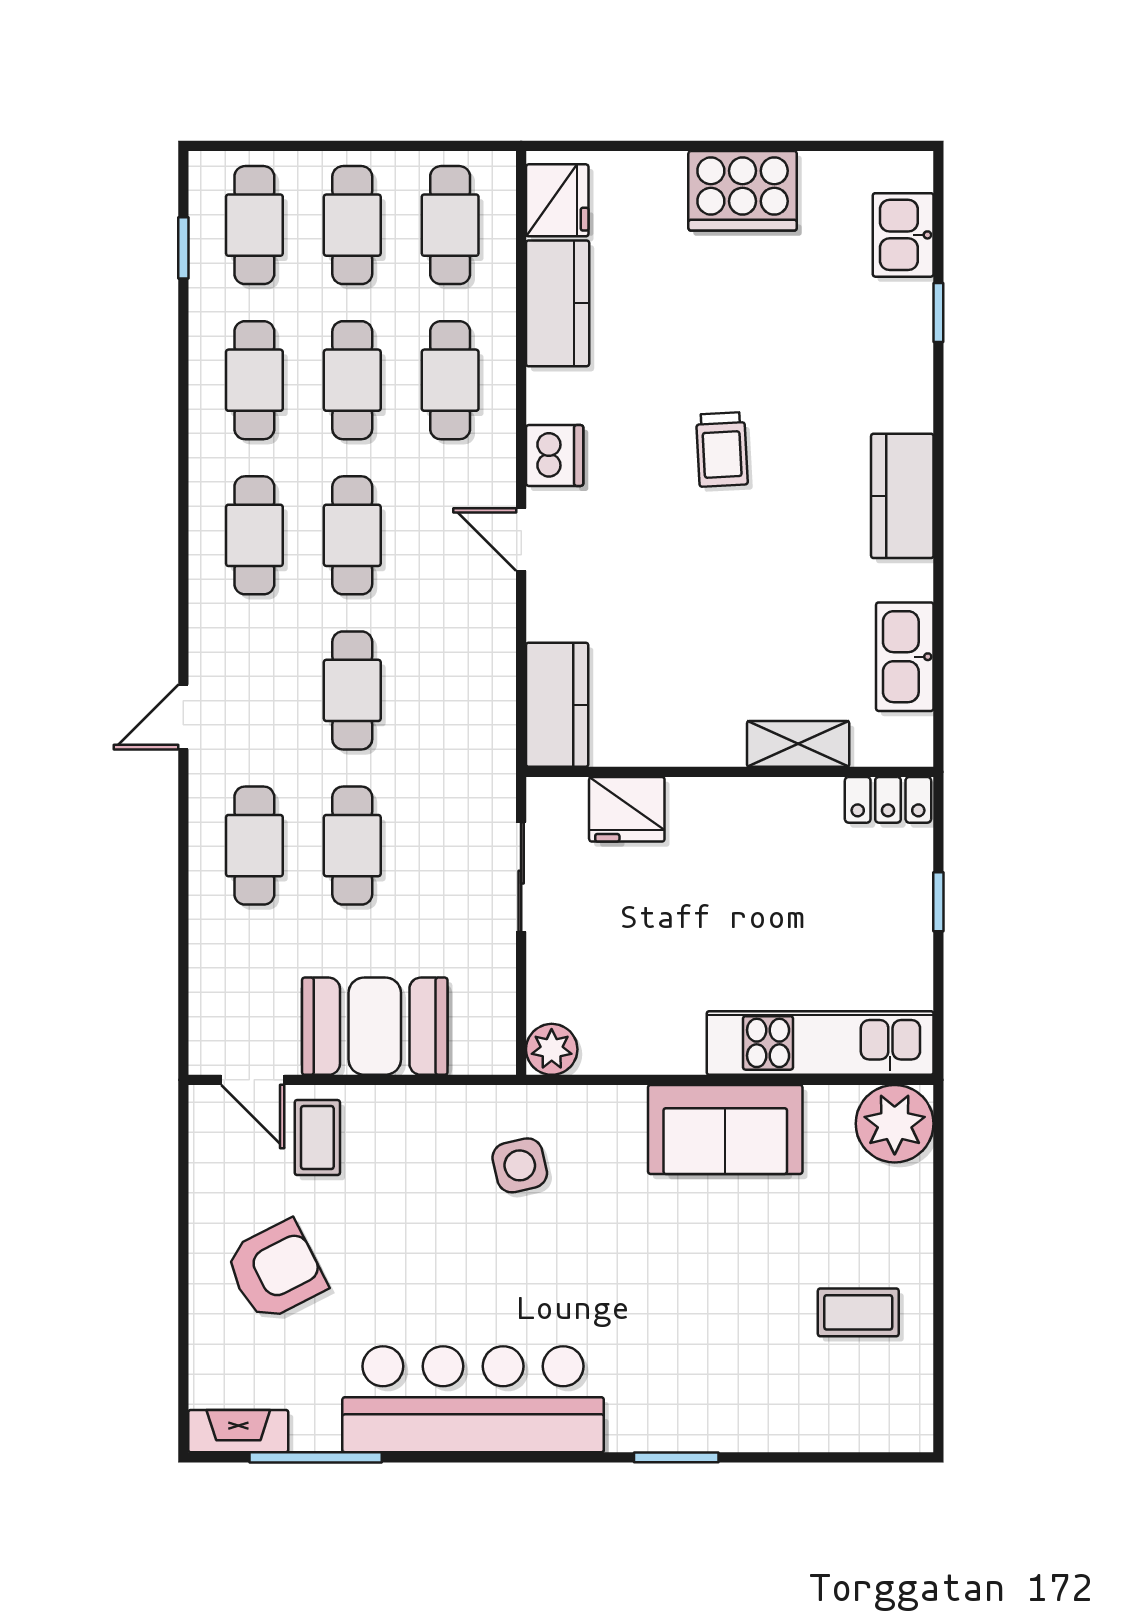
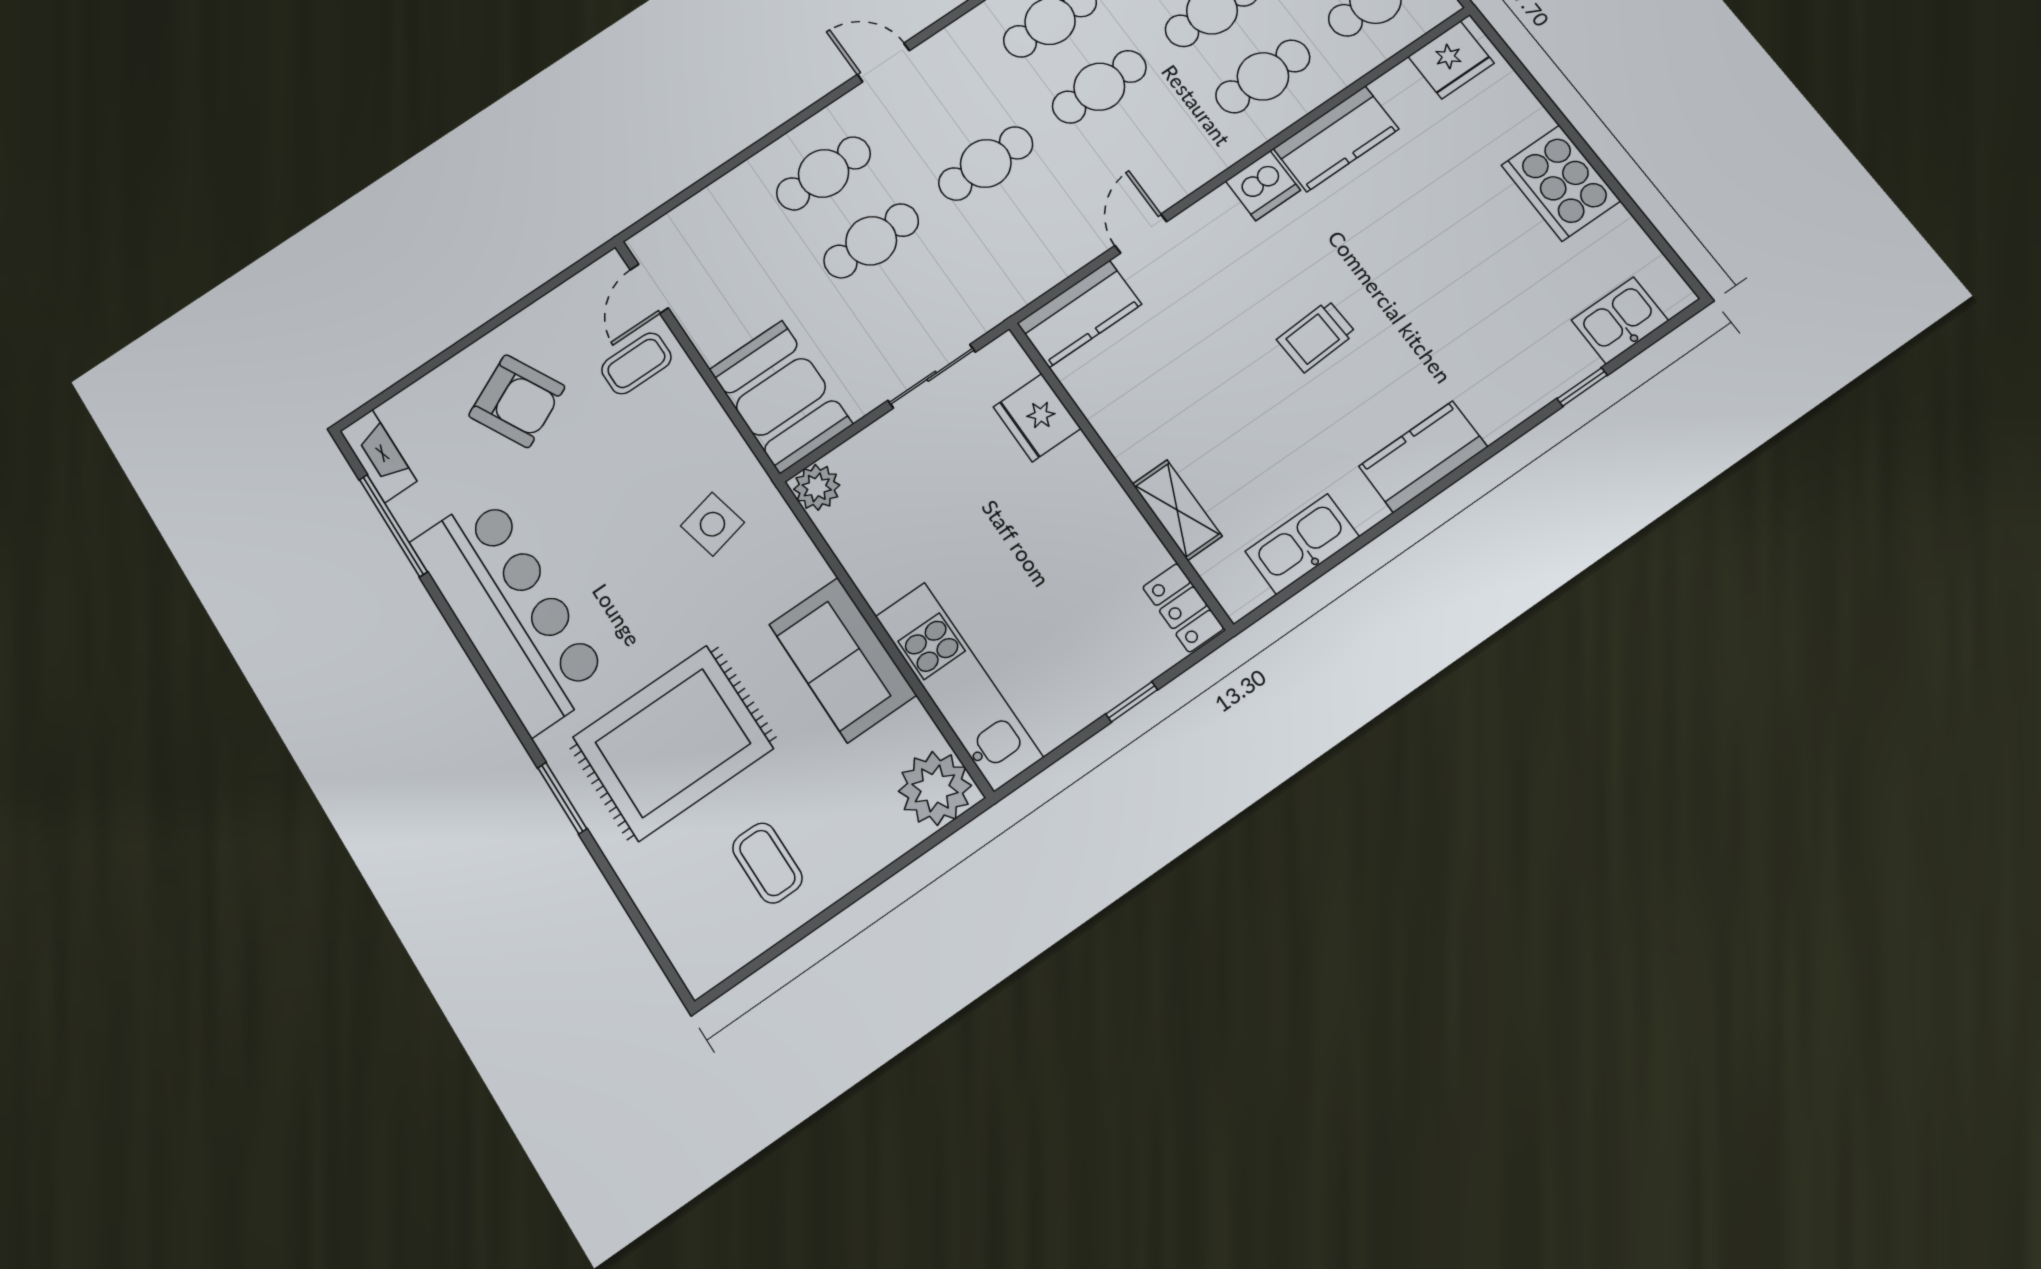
kitchen counter: (558, 303) -> (1336, 139), moved
trolley: (722, 449) -> (1316, 336), moved
door: (521, 540) -> (1141, 234), moved
booth: (375, 1026) -> (781, 397), moved
rug: (695, 1328) -> (673, 743), added

